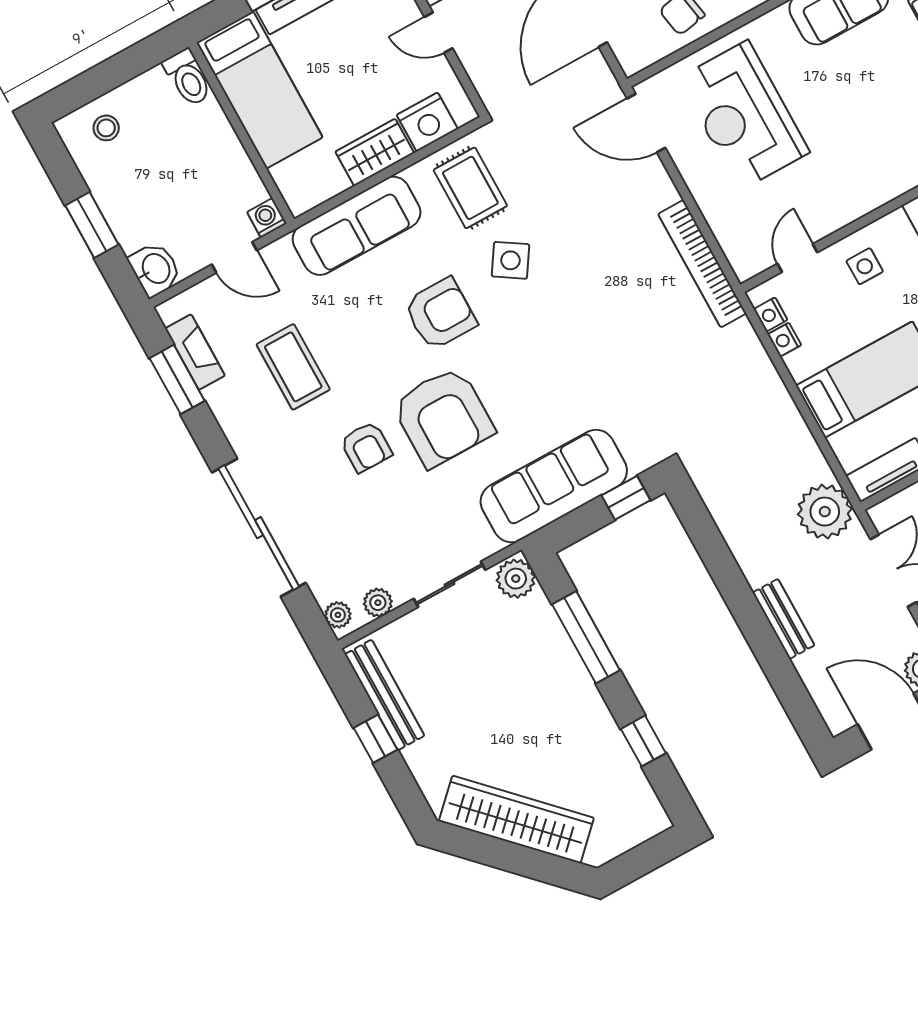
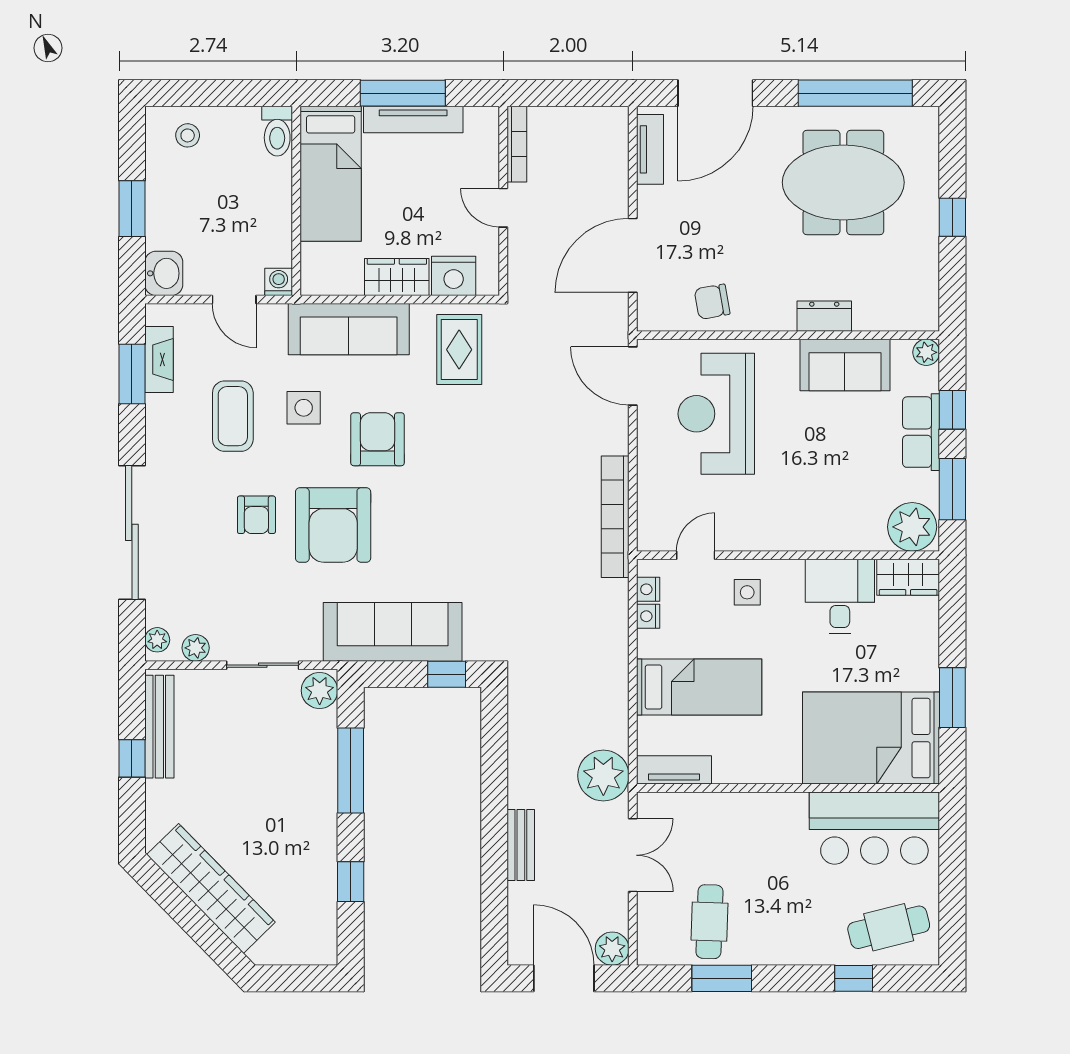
side table: (510, 260) -> (304, 408), moved, turned -33
armchair: (440, 314) -> (378, 439), turned -90

